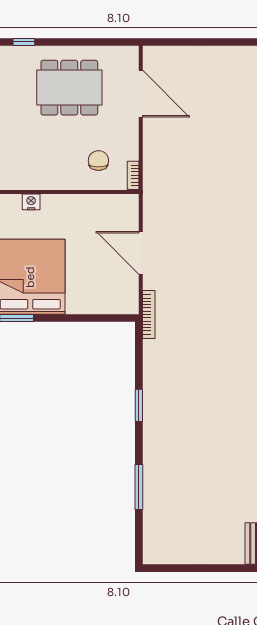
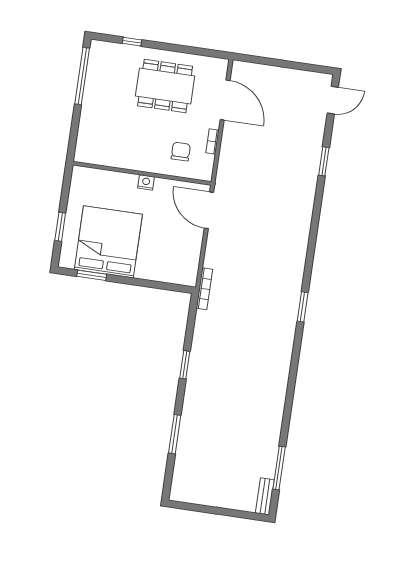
bookcase: (133, 175) -> (212, 142), moved
nightstand: (31, 202) -> (146, 182), moved
door: (141, 253) -> (209, 210), moved

